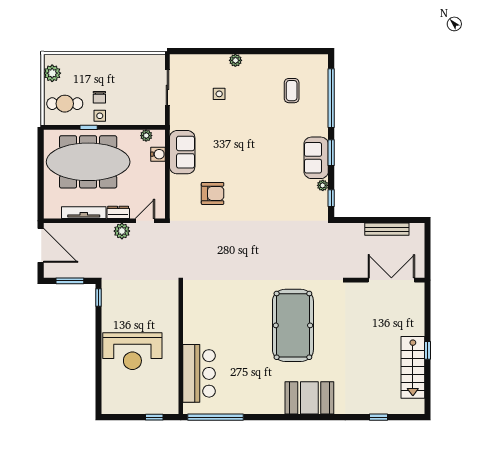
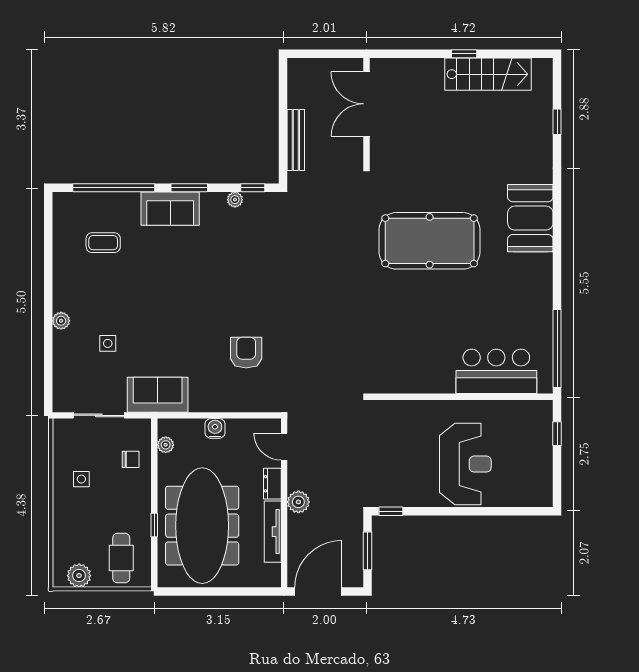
chair: (99, 97) -> (131, 459), moved
side table: (100, 116) -> (81, 479), moved
sofa: (182, 152) -> (158, 395), moved
water cooler: (158, 154) -> (215, 428), moved
sofa: (316, 158) -> (170, 209), moved
bench: (387, 229) -> (296, 140), moved
plant: (122, 231) -> (298, 502), moved

